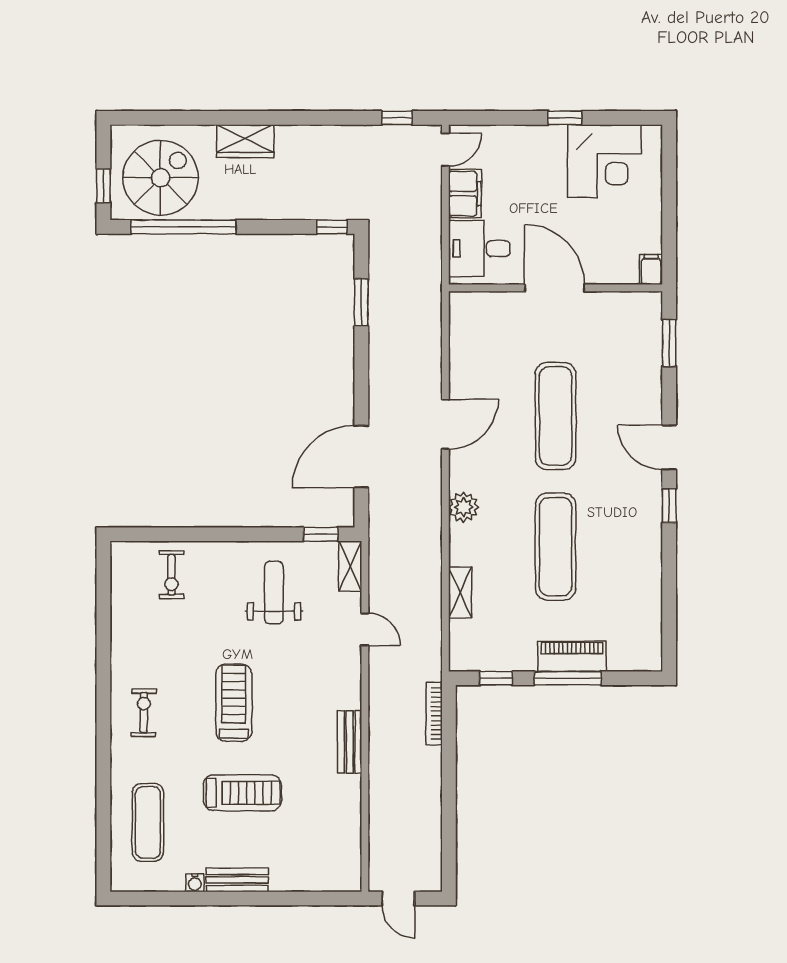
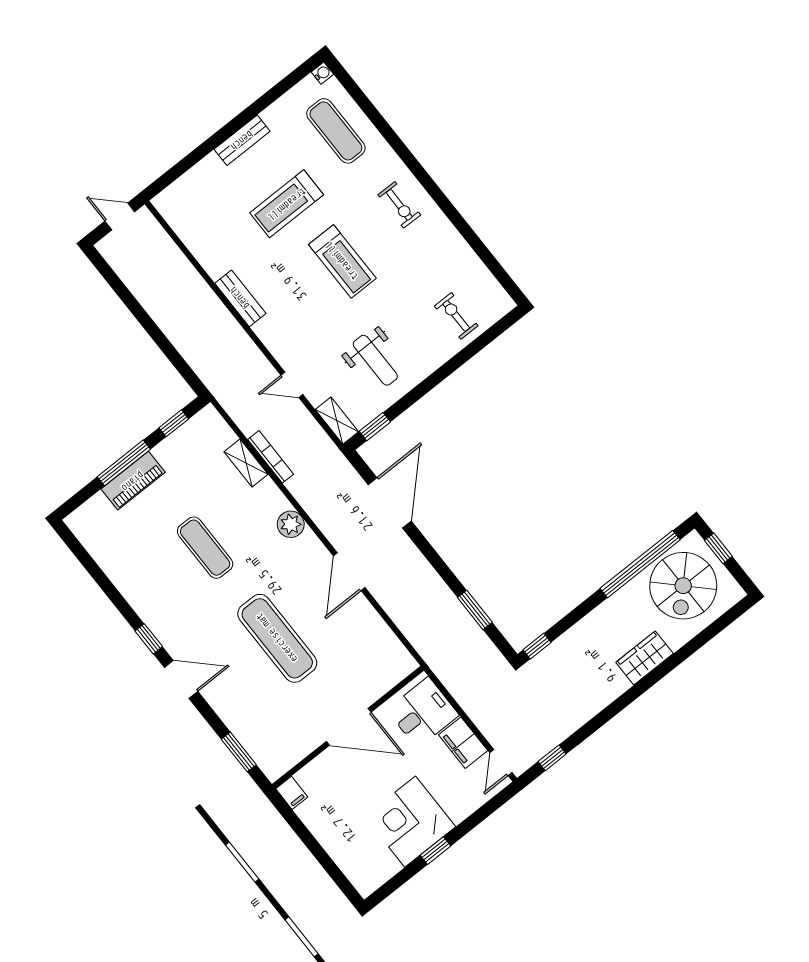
corner desk: (604, 161) -> (410, 822), moved
exercise mat: (556, 547) -> (205, 548), width x0.73, depth x0.69
bookcase: (434, 714) -> (271, 457), moved
water cooler: (195, 883) -> (322, 73), moved, turned 90

